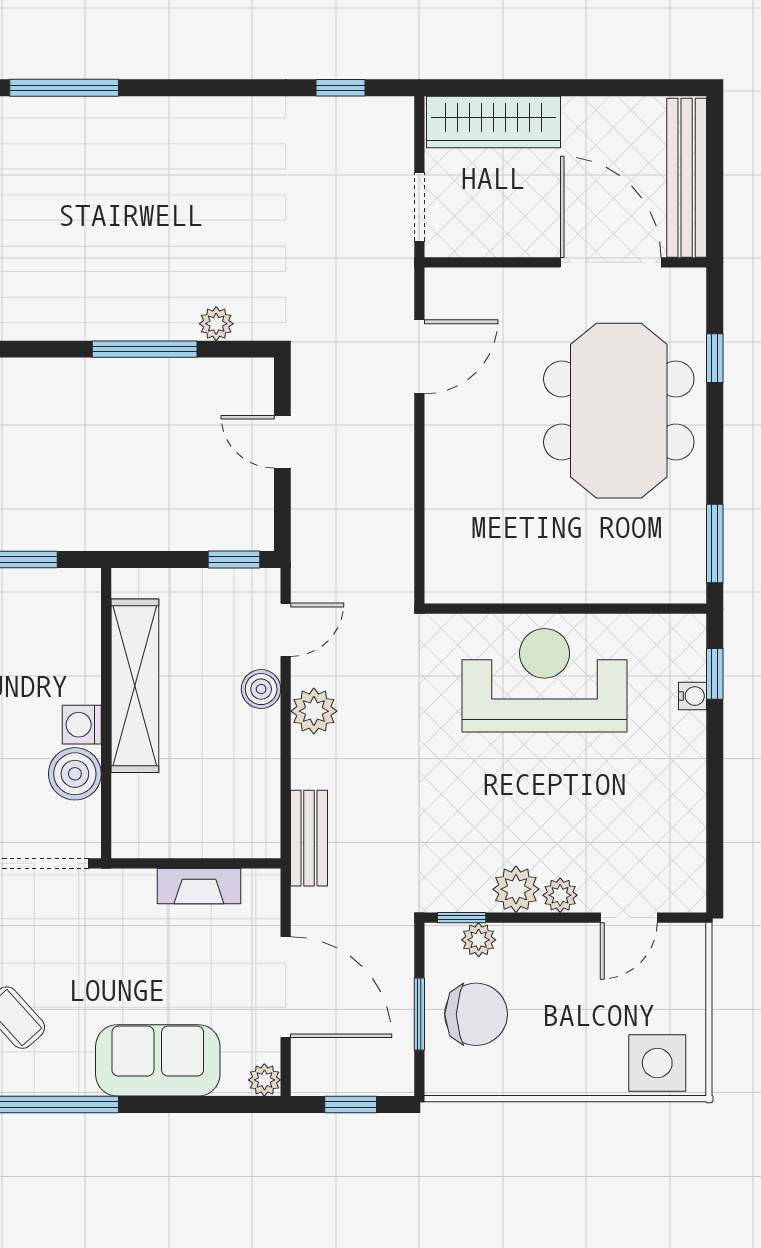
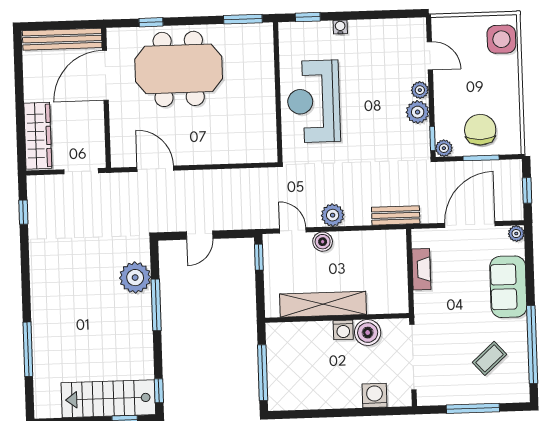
plant: (216, 324) -> (135, 278), width x1.87, depth x1.87
water cooler: (693, 696) -> (340, 27), moved
plant: (479, 940) -> (444, 148), moved

